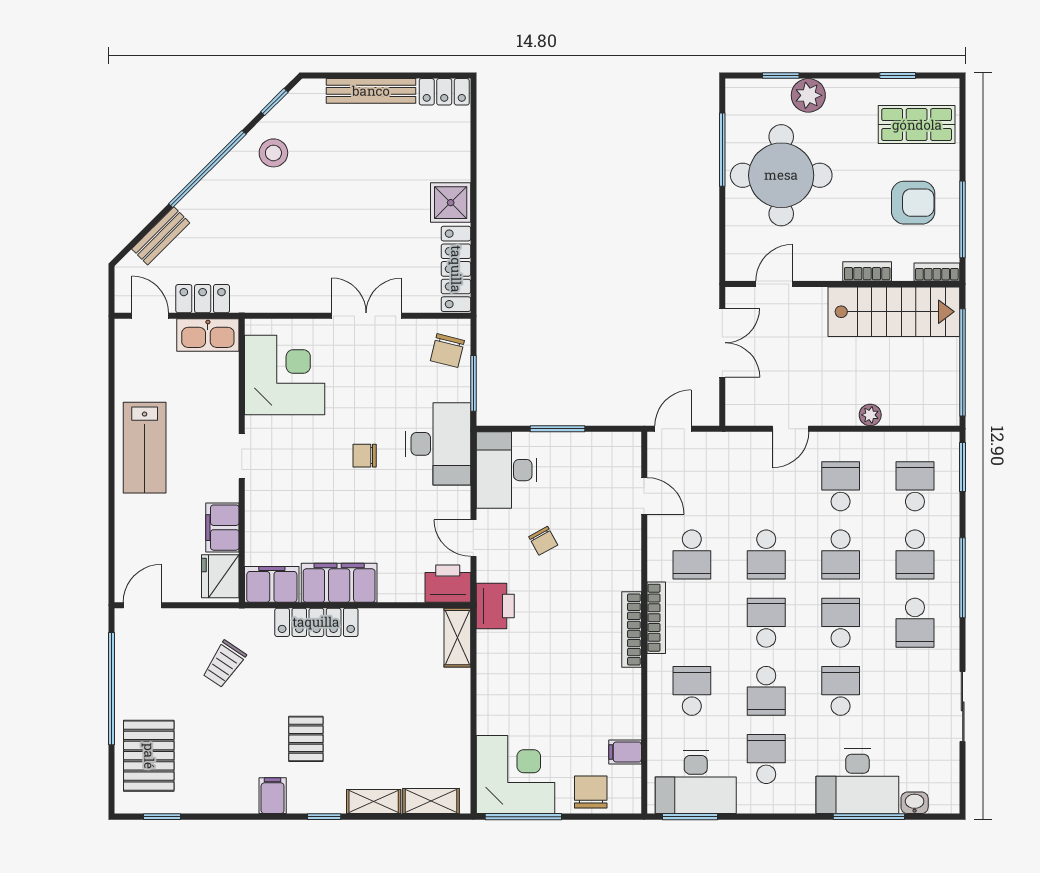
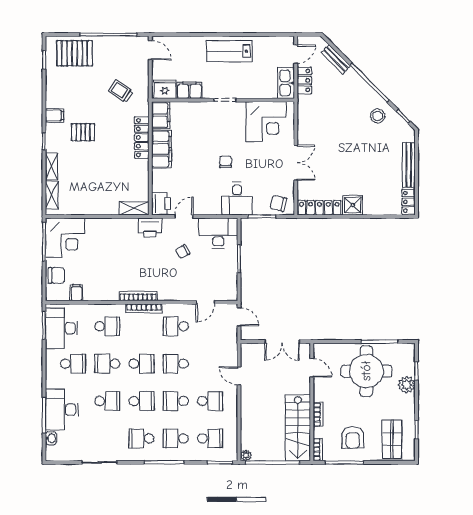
plant: (870, 415) -> (246, 455), moved
desk: (438, 444) -> (237, 199), width x0.73

